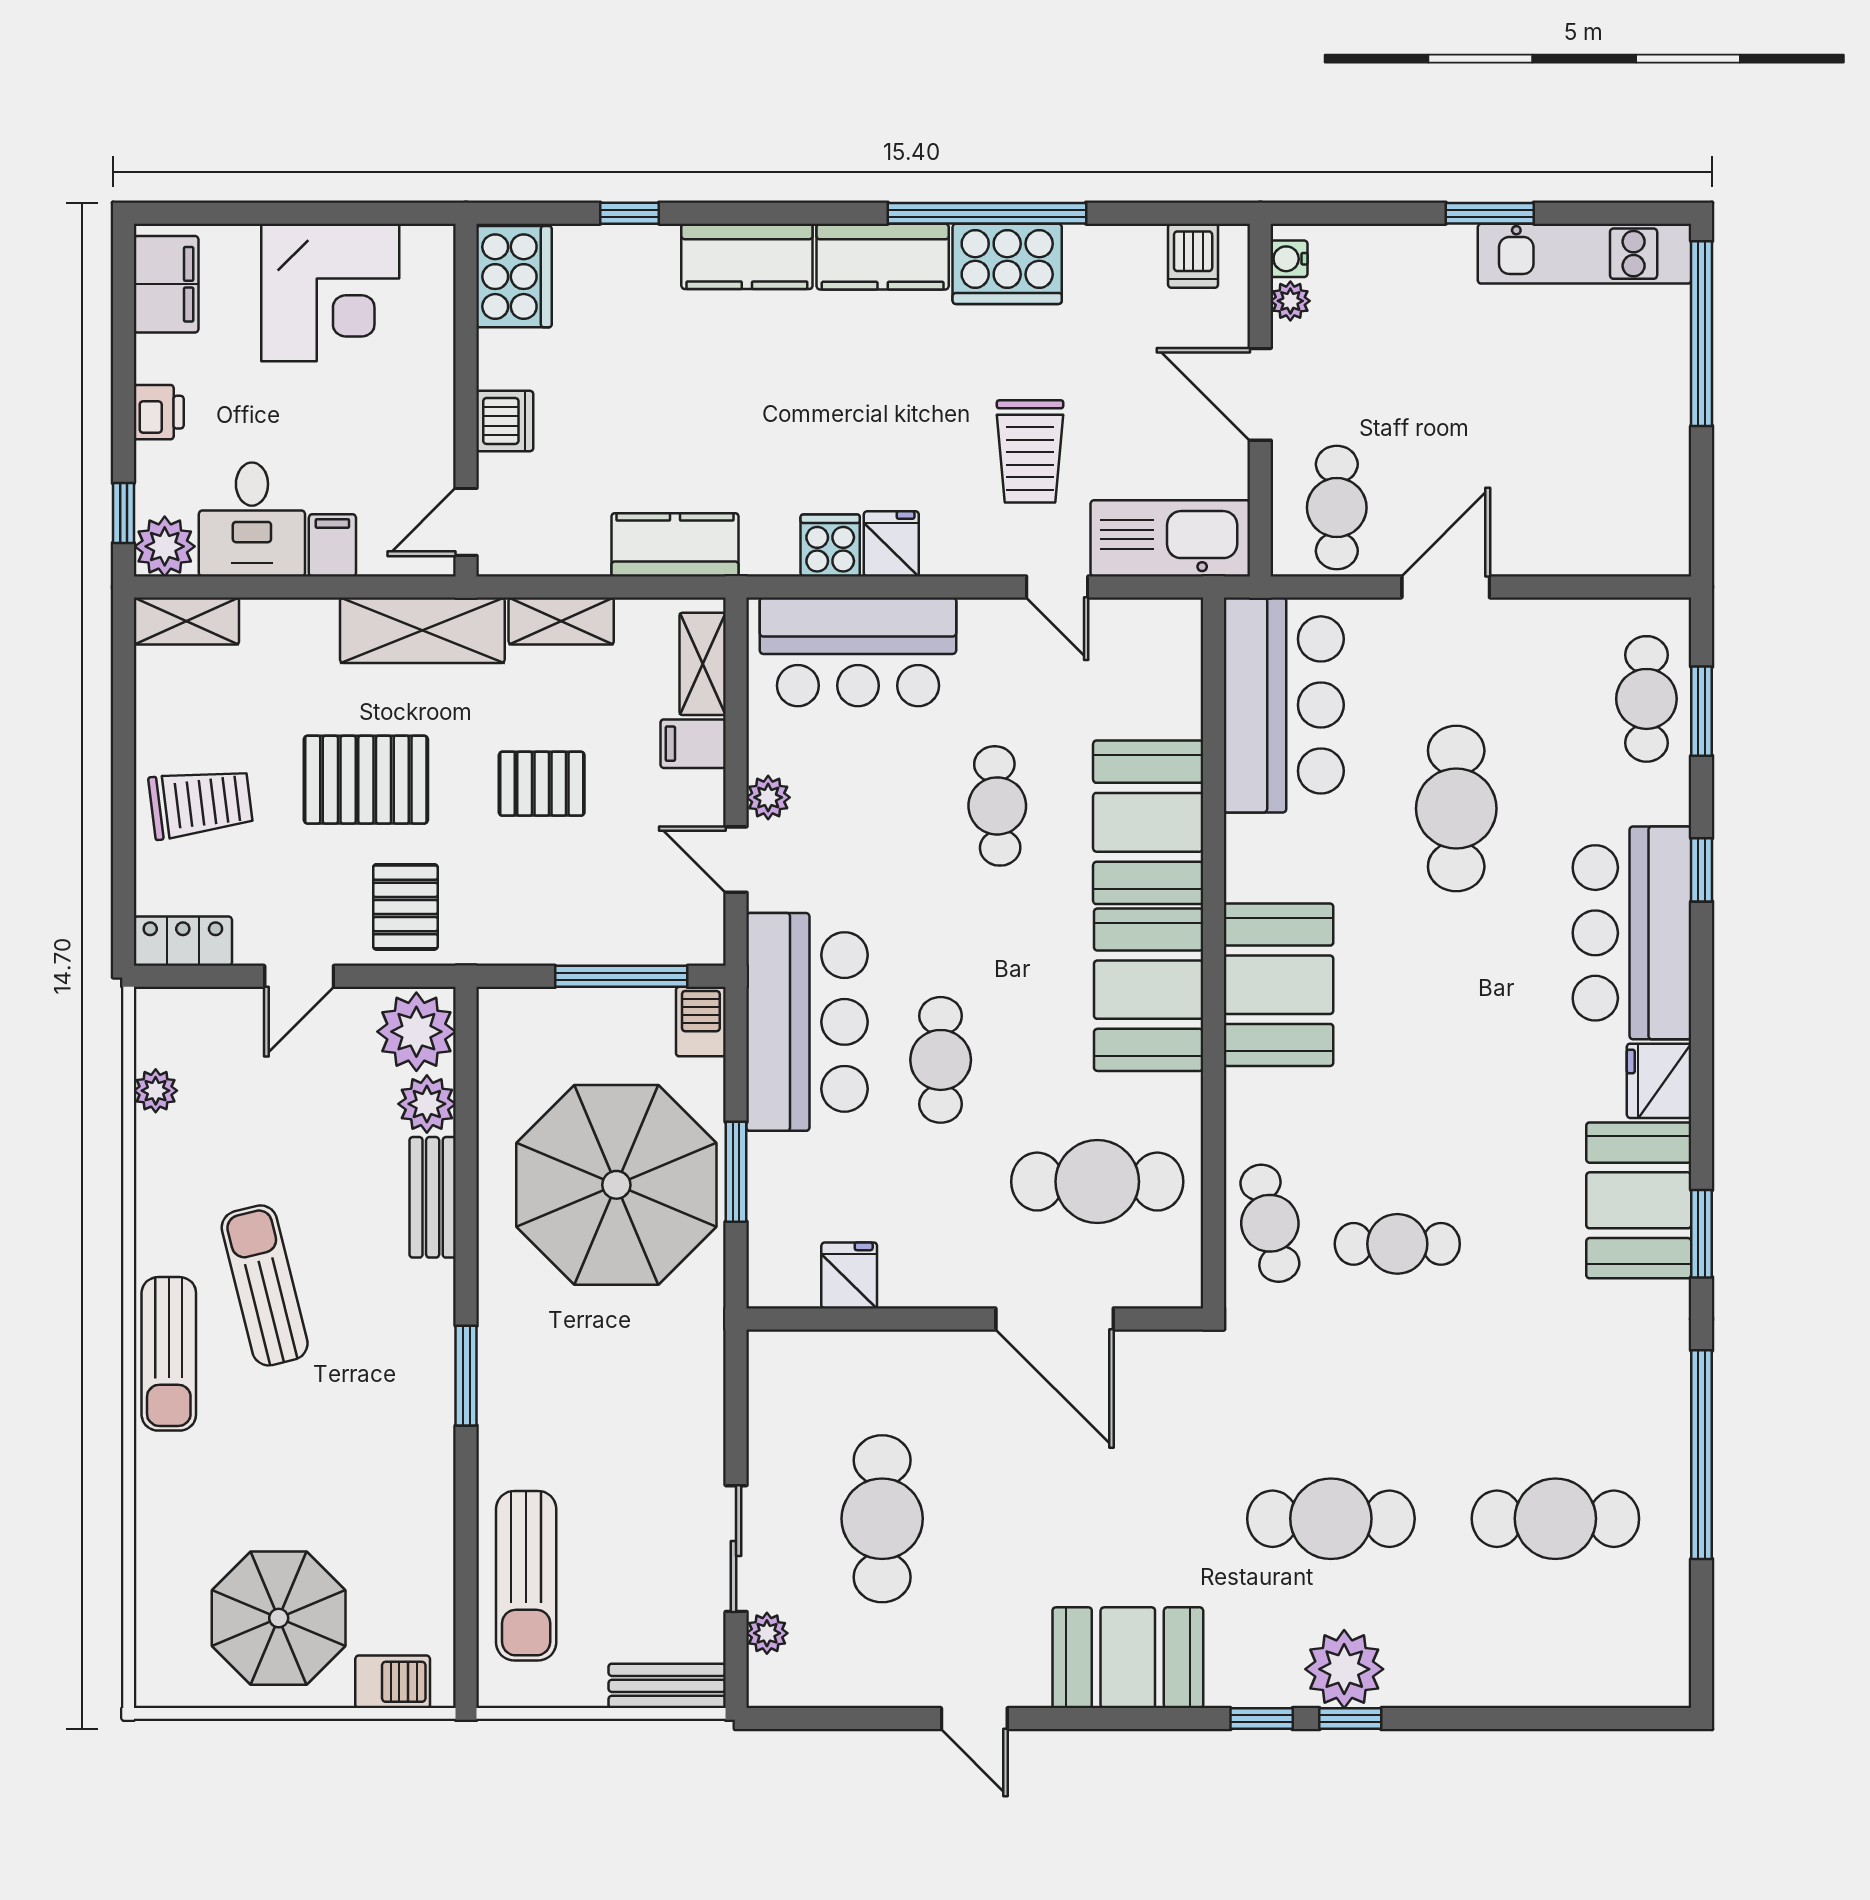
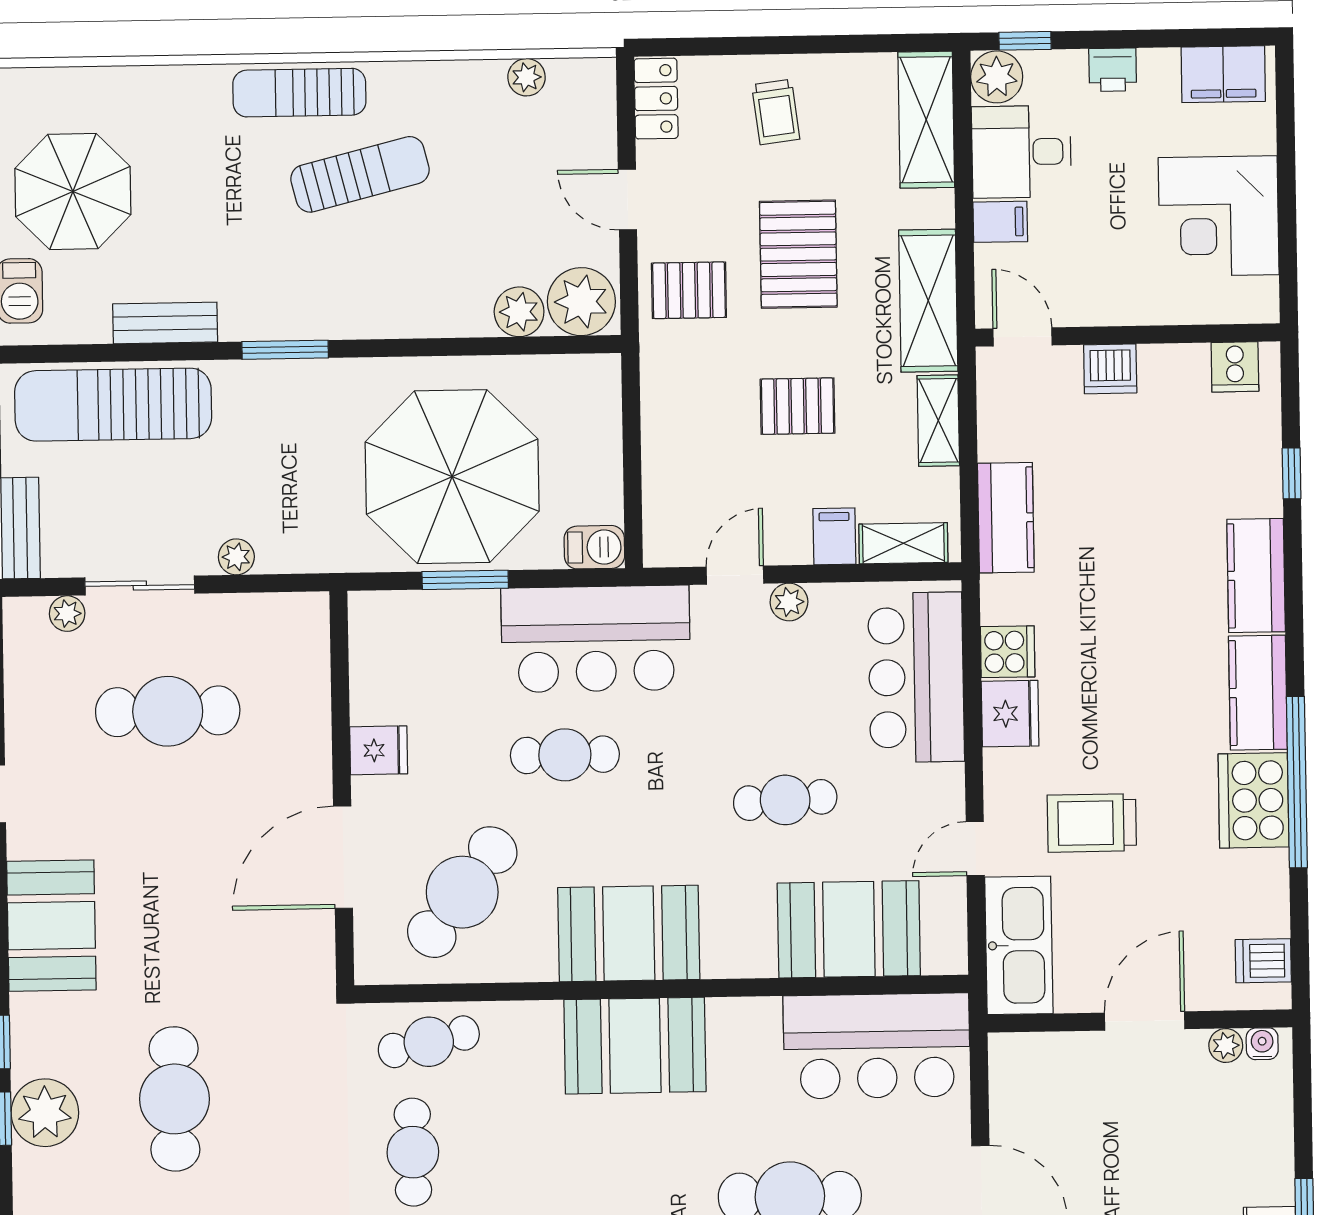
cooker: (514, 277) -> (1235, 367), width x0.53, depth x0.76
cafe table: (1337, 508) -> (1048, 1089), removed
fridge: (891, 544) -> (1010, 714), width x1.38
shelving: (186, 621) -> (926, 120), width x1.50, depth x1.33
pallet: (542, 784) -> (798, 406), turned 90
trolley: (201, 803) -> (776, 112), width x0.73, depth x0.72
booth: (1148, 822) -> (849, 929), moved
window: (621, 976) -> (632, 478), removed
cafe table: (1097, 1182) -> (462, 892), turned 37
bench: (433, 1197) -> (165, 323), moved
fridge: (849, 1275) -> (379, 750), moved
plant: (705, 1436) -> (236, 557), added
sun lounger: (526, 1576) -> (113, 405), width x1.36, depth x1.34

